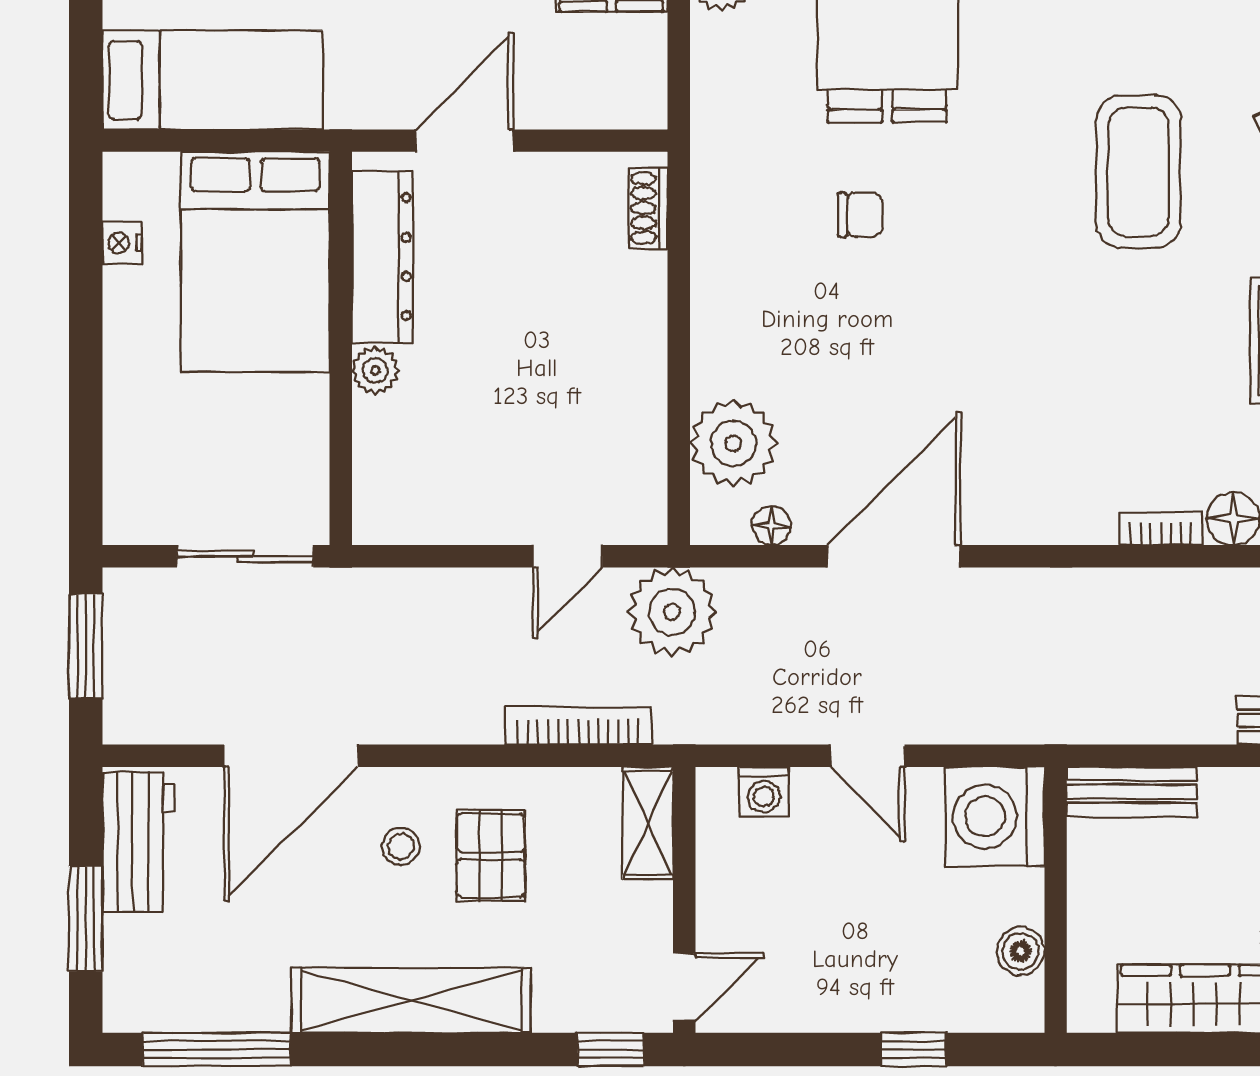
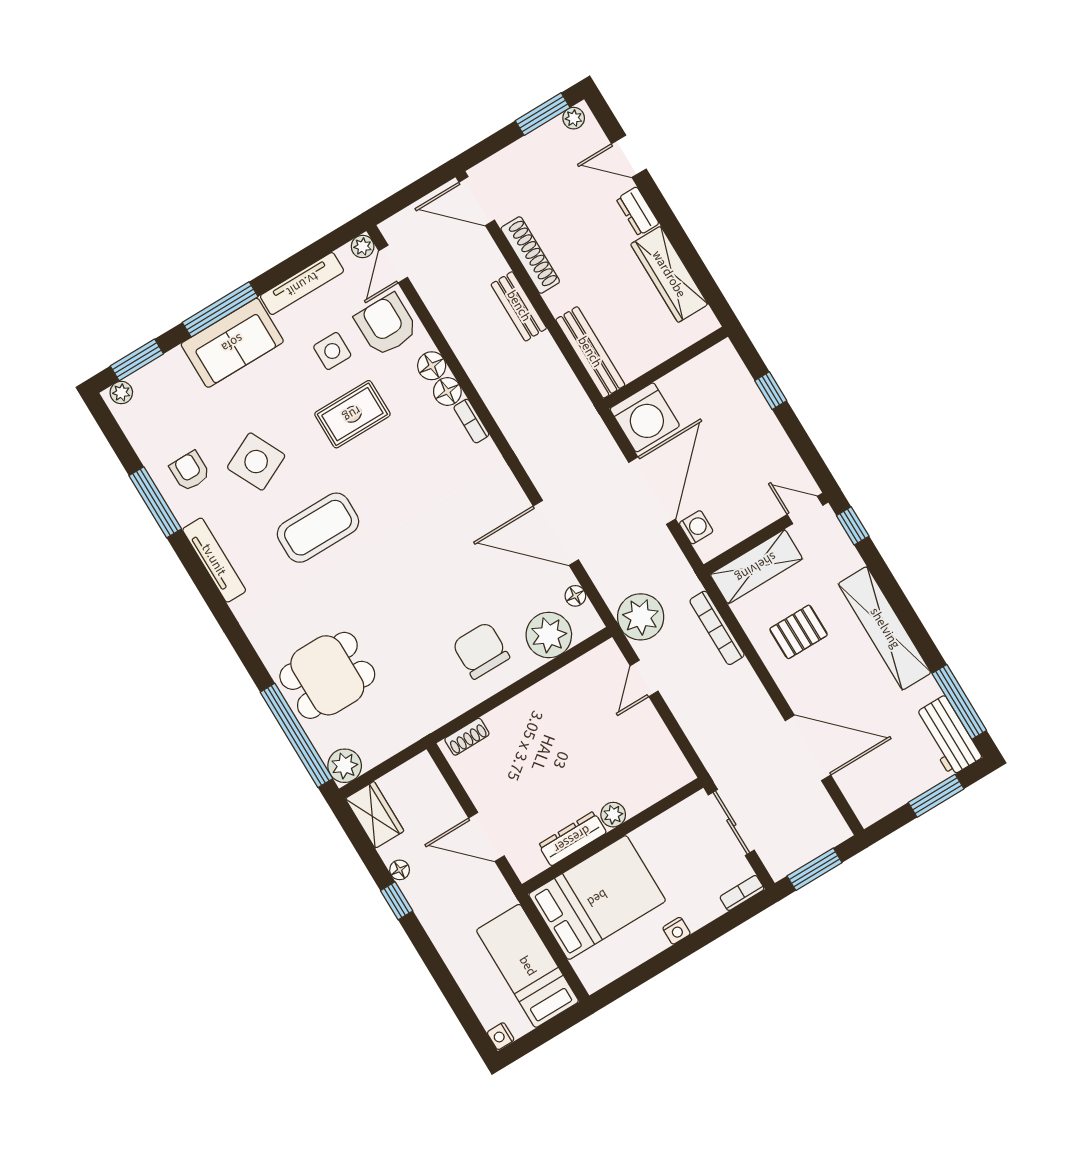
chair: (860, 215) -> (481, 650), moved, width x1.87, depth x1.87
nightstand: (122, 243) -> (677, 931), moved
dresser: (382, 257) -> (572, 839), width x0.73, depth x0.80
bookcase: (119, 504) -> (742, 893), added
door: (568, 556) -> (644, 678), swing flipped
door: (867, 756) -> (652, 491), width x1.88
bench: (1132, 792) -> (590, 352), width x1.36
shelving: (648, 823) -> (756, 567), width x1.50, depth x1.33
workbench: (139, 842) -> (948, 736), moved, turned -90
stool: (401, 847) -> (819, 674), removed
boiler: (1021, 951) -> (698, 369), removed

